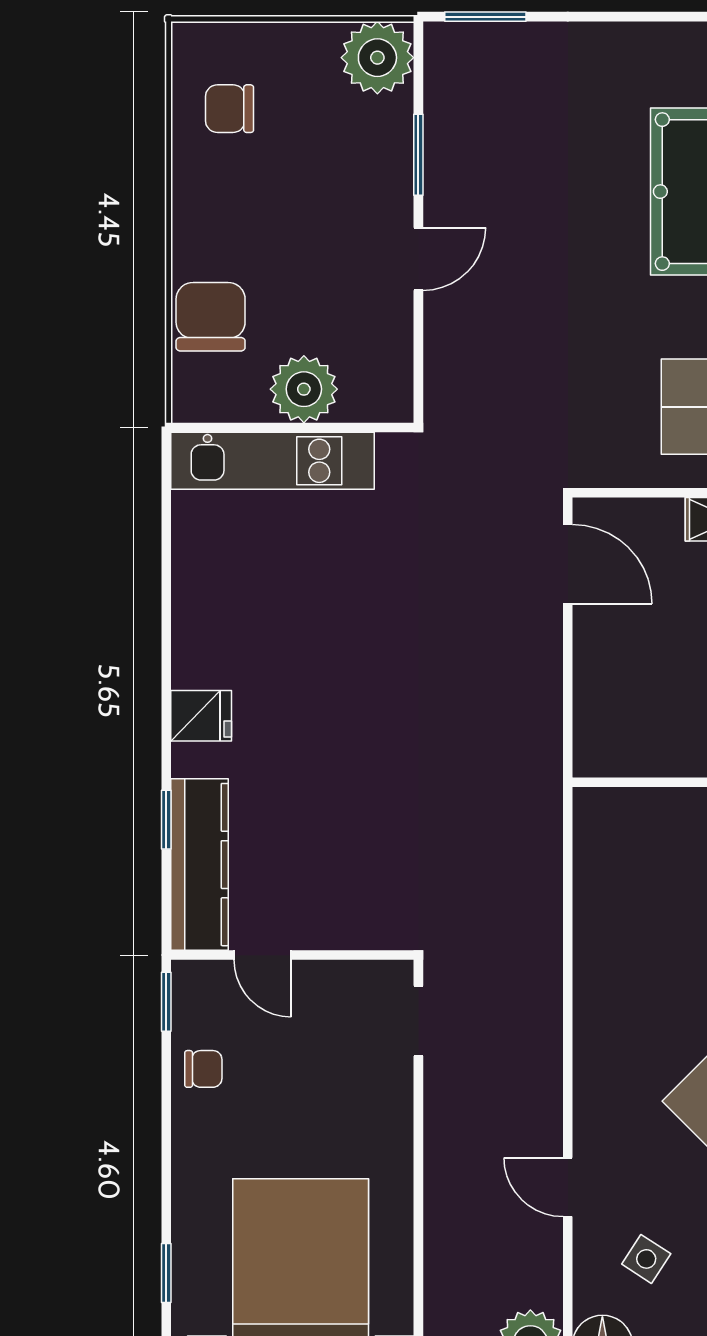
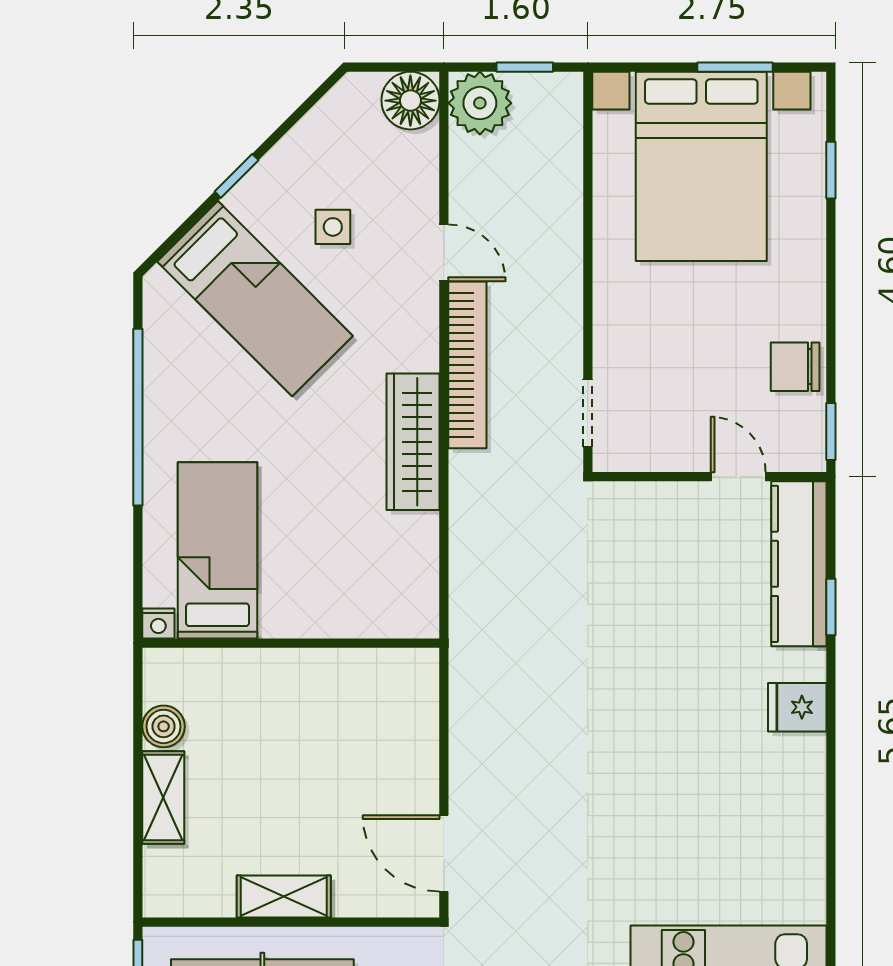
wardrobe: (600, 991) -> (413, 442), added
chair: (203, 1069) -> (795, 367), width x1.37, depth x1.37
bookcase: (543, 1071) -> (467, 365), added
side table: (646, 1259) -> (333, 227), moved, turned -33

